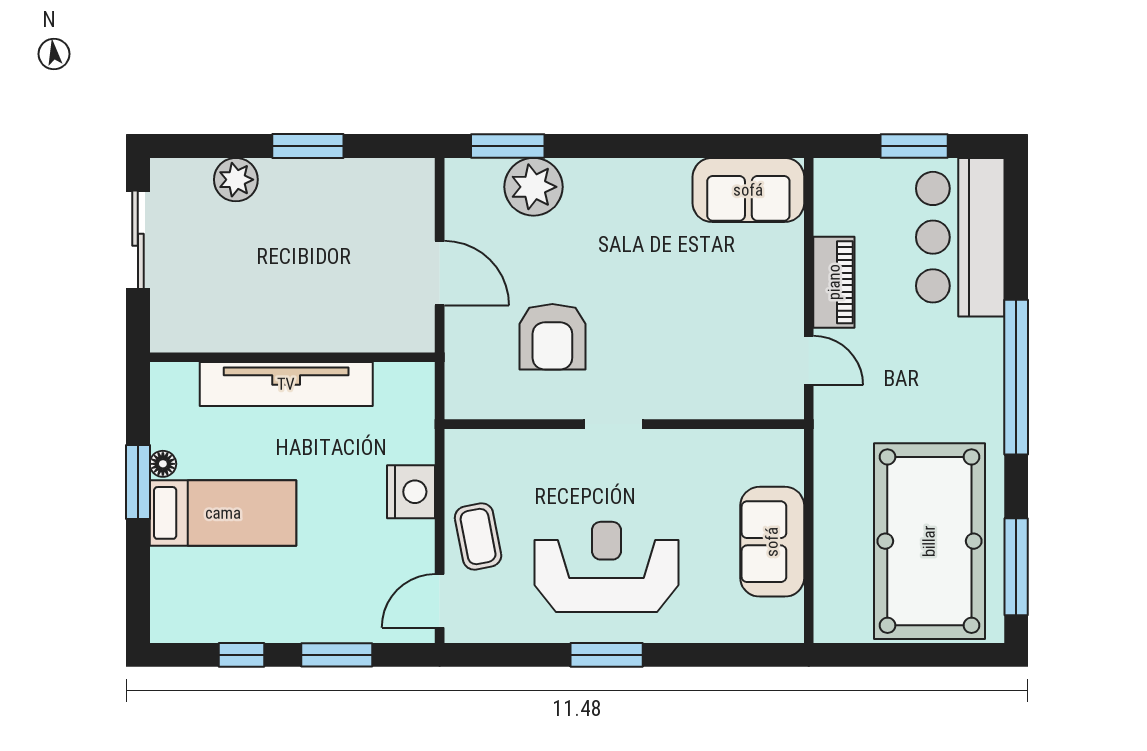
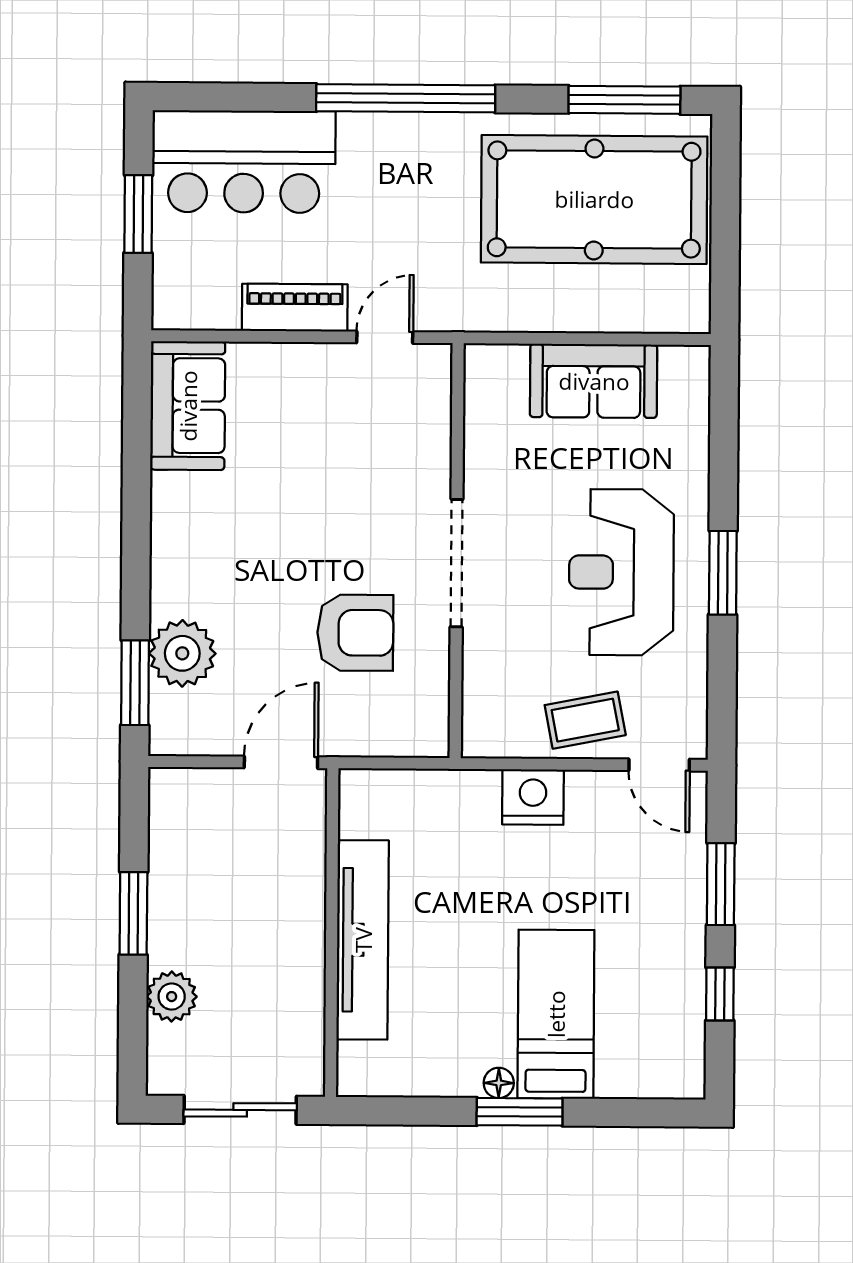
wall: (292, 357) -> (332, 933), moved
tv unit: (286, 384) -> (363, 940), moved
doorway: (613, 424) -> (457, 563), width x1.88

